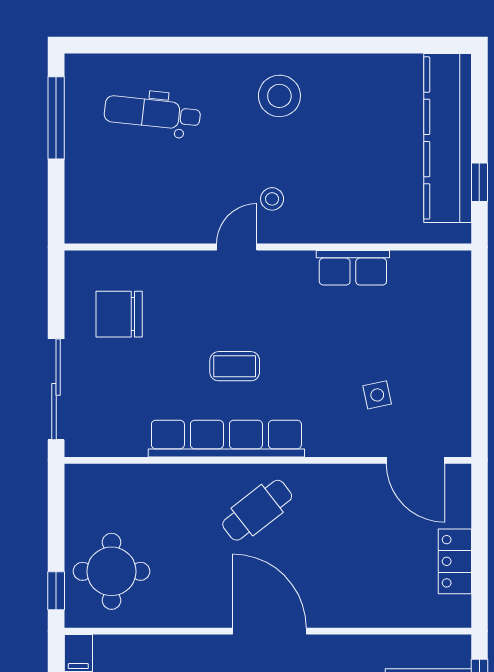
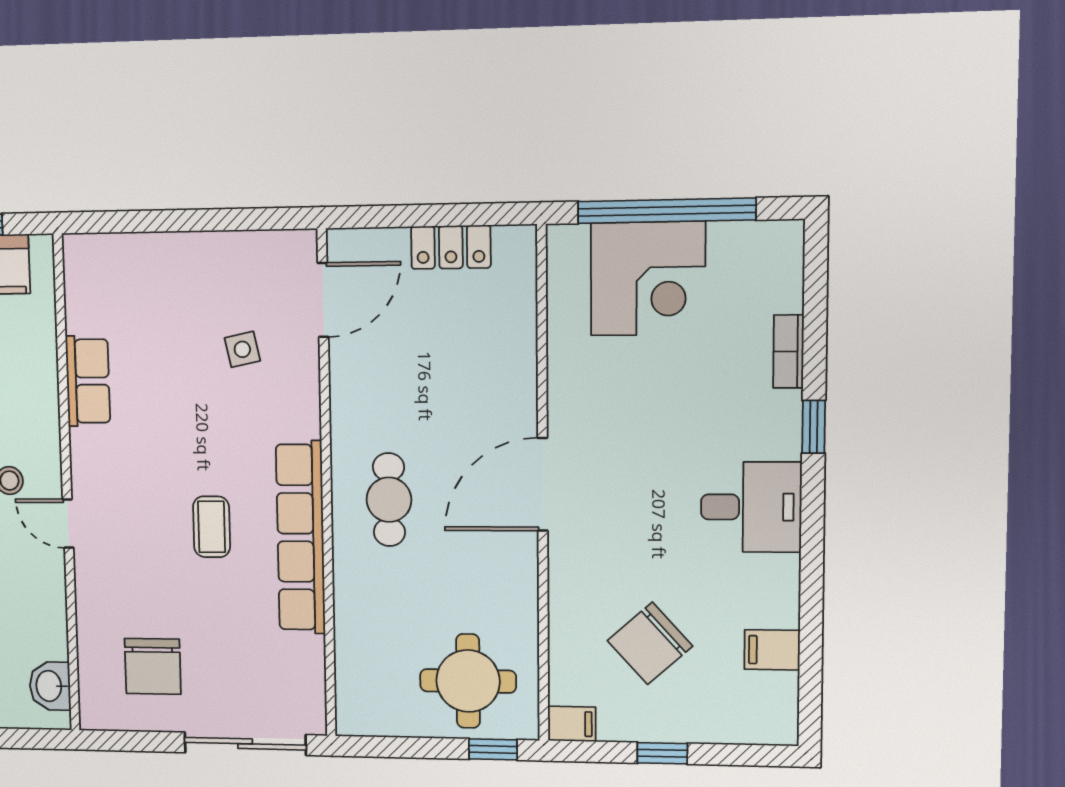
washbasin: (101, 227) -> (50, 686), added
cafe table: (257, 510) -> (389, 500), turned 38

